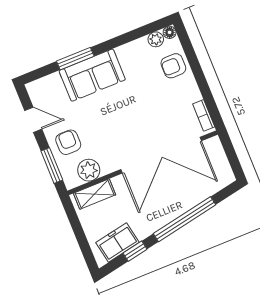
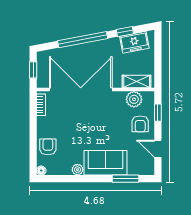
plant: (156, 39) -> (77, 170), moved
window: (75, 59) -> (126, 179), moved
armchair: (173, 66) -> (48, 147), turned -90
window: (232, 156) -> (33, 70), added
window: (52, 166) -> (158, 113), width x0.67

